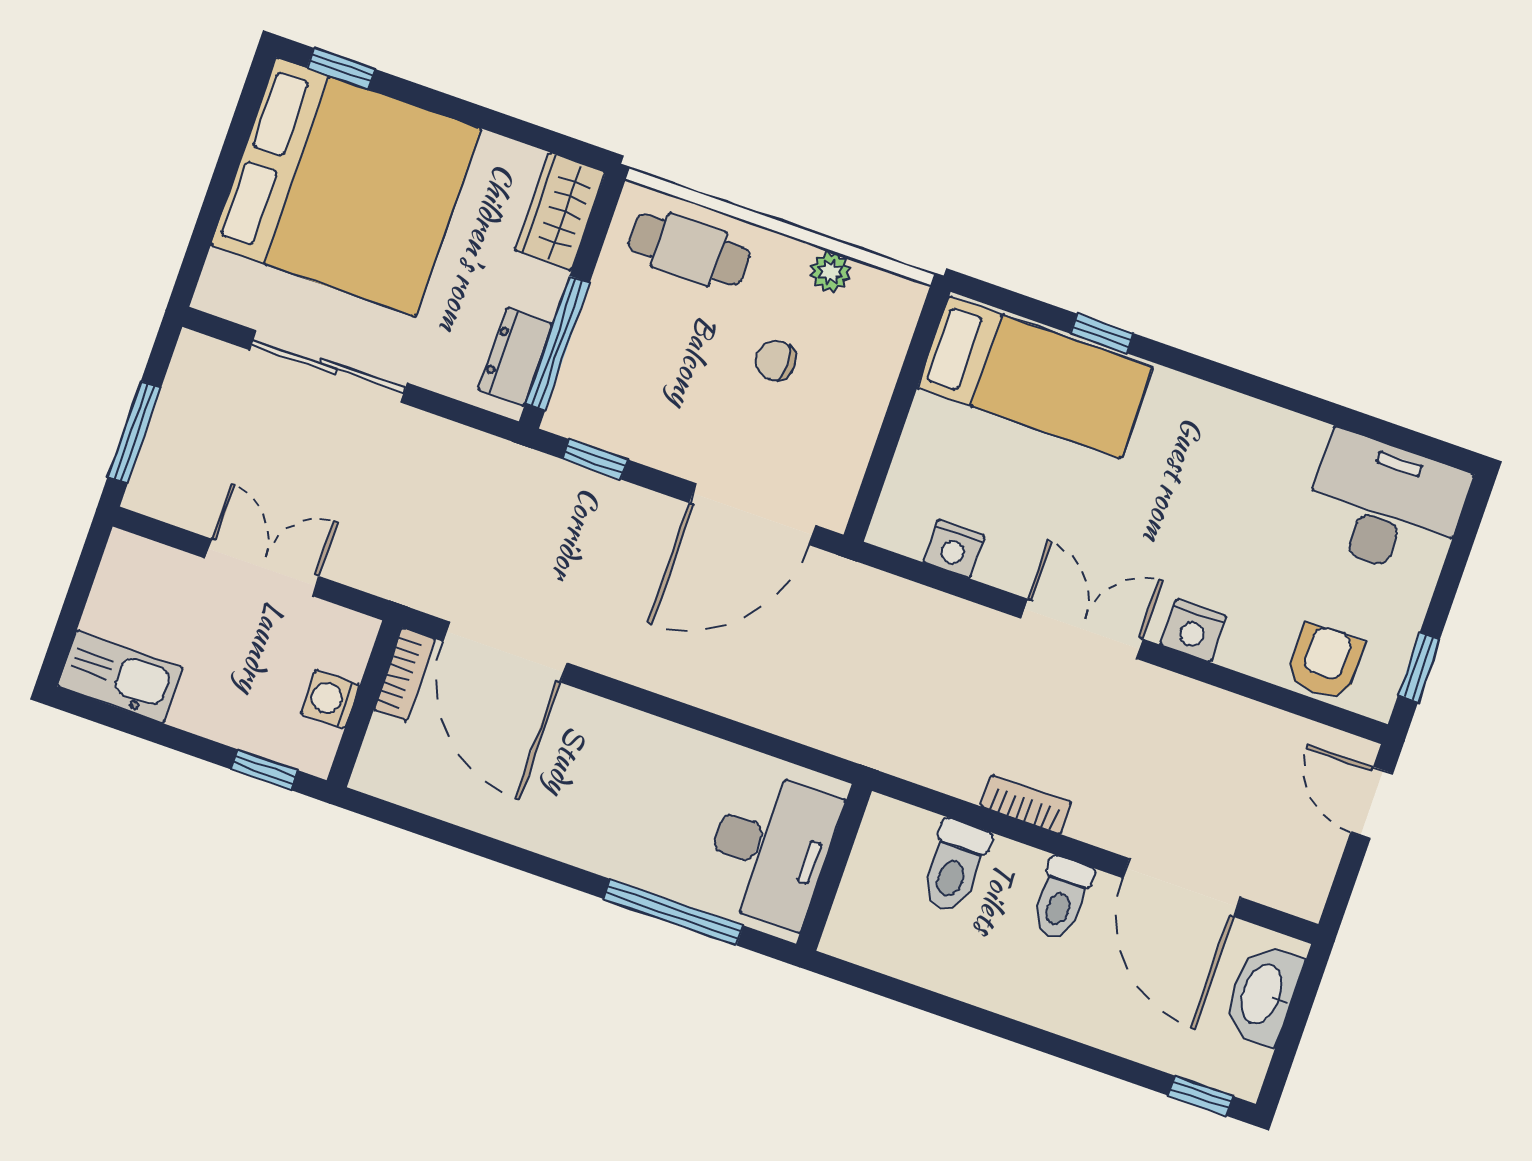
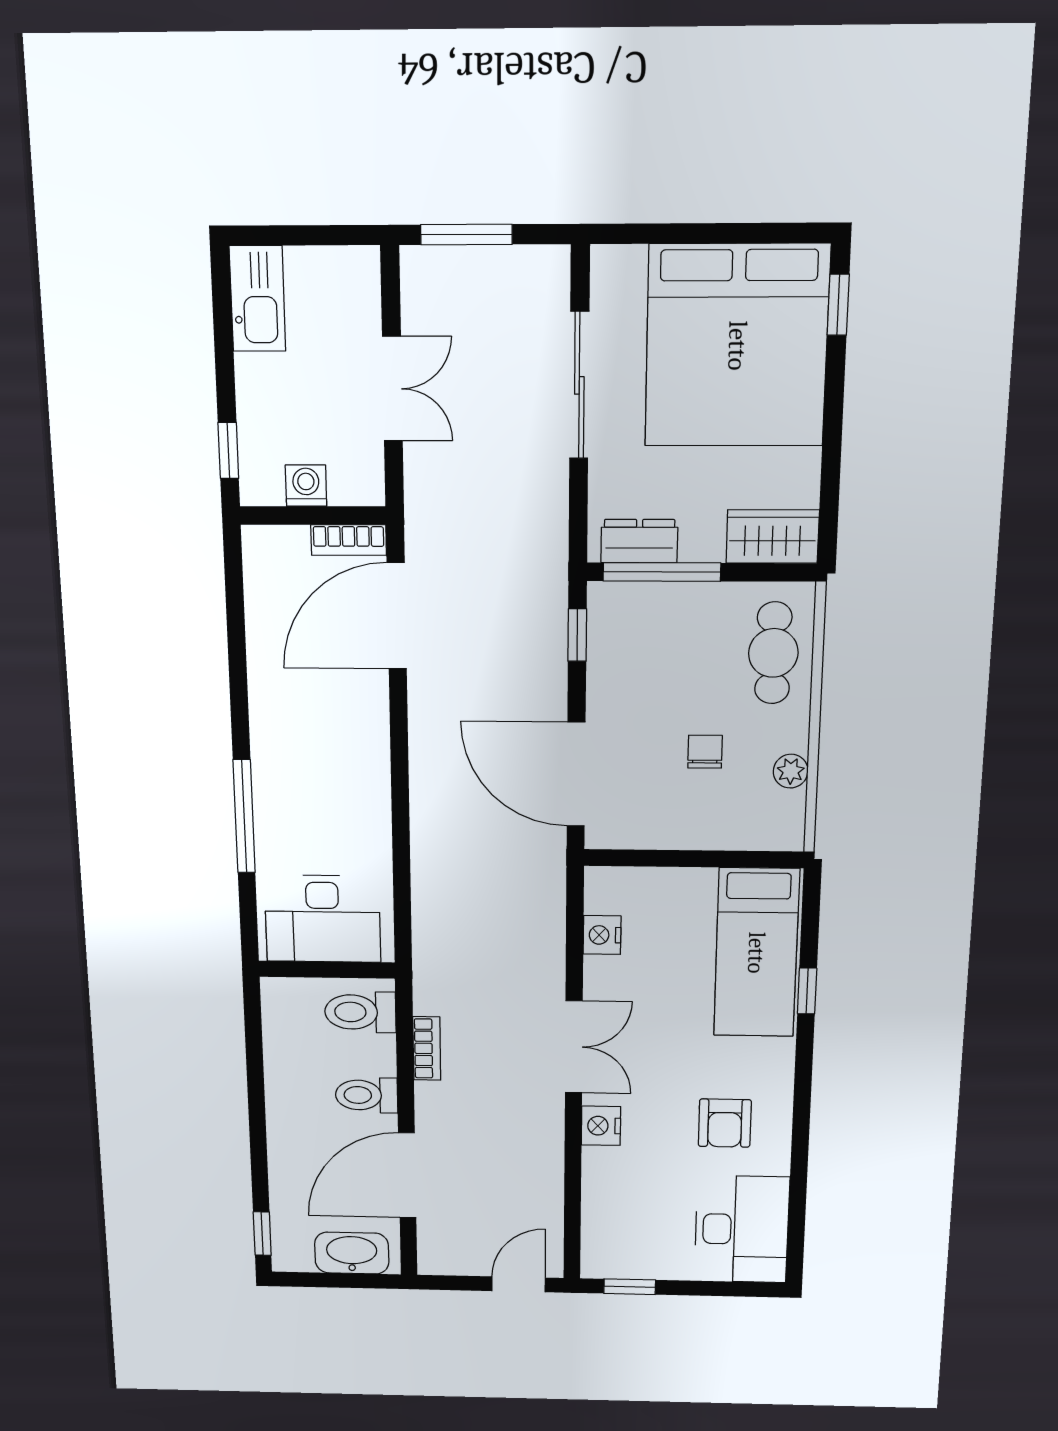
armchair: (1325, 662) -> (725, 1123), moved, turned 90
desk: (770, 849) -> (323, 919), moved
wall: (834, 867) -> (327, 970), moved

